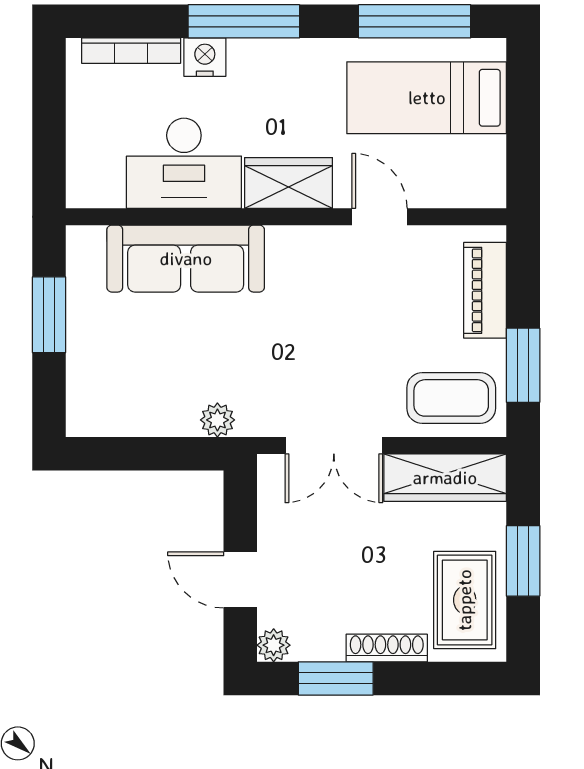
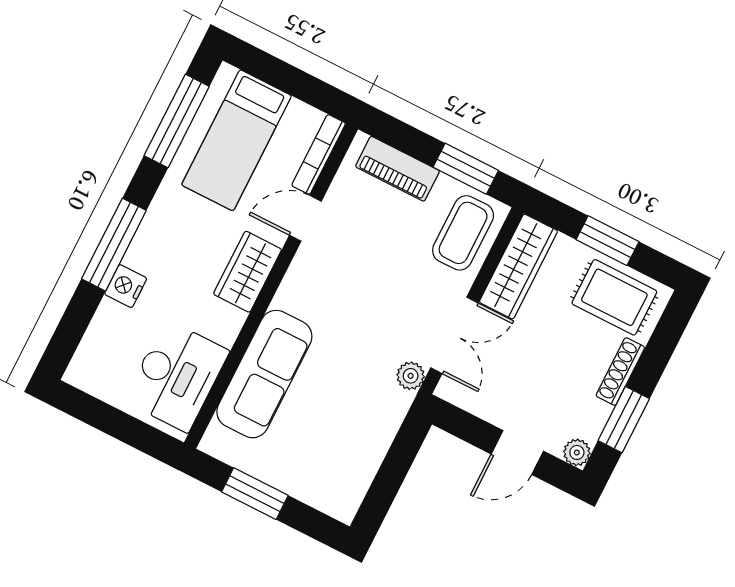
bookcase: (131, 51) -> (319, 154), moved, turned 180
desk: (184, 163) -> (177, 376), moved
plant: (217, 420) -> (411, 376), moved

